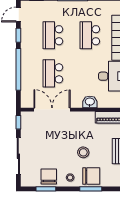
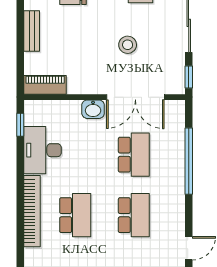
window: (18, 35) -> (189, 215), removed
washbasin: (90, 102) -> (93, 109), moved
stool: (83, 152) -> (128, 45), moved

